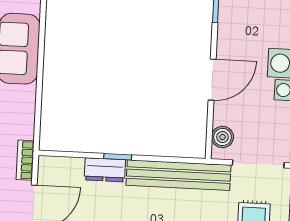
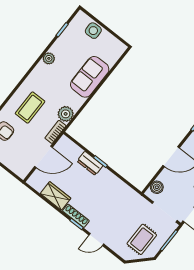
plant: (21, 125) -> (66, 114), added
bench: (179, 175) -> (123, 191), removed

